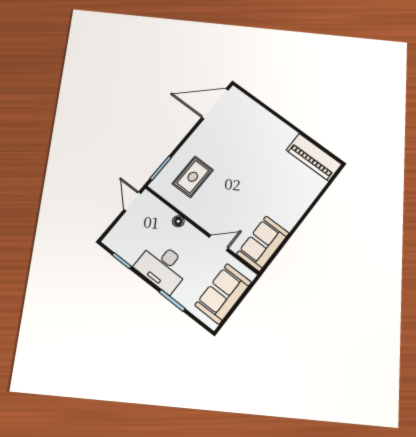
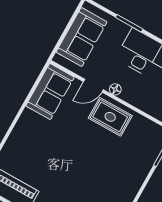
rug: (193, 177) -> (110, 117), moved, turned 90
floor lamp: (178, 221) -> (115, 89), moved

